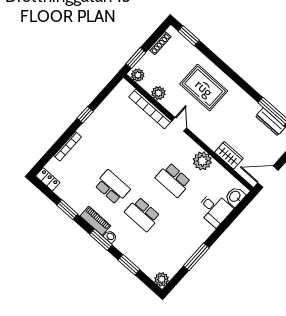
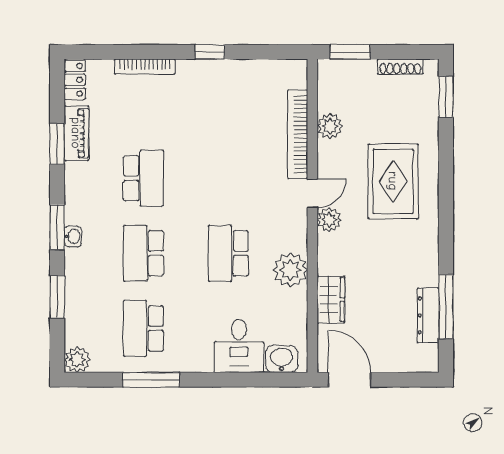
plant: (138, 75) -> (329, 220), moved
piano: (95, 221) -> (76, 133), moved
school desk: (173, 241) -> (143, 328), added

